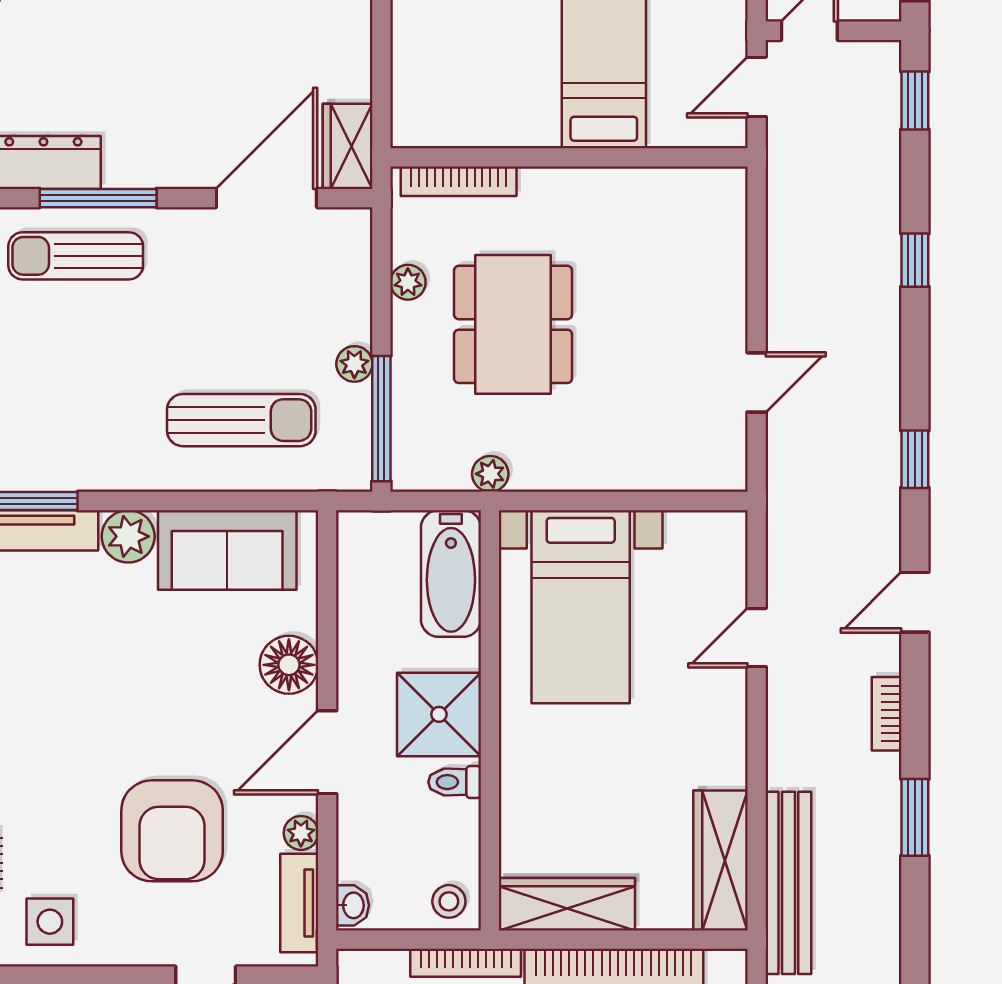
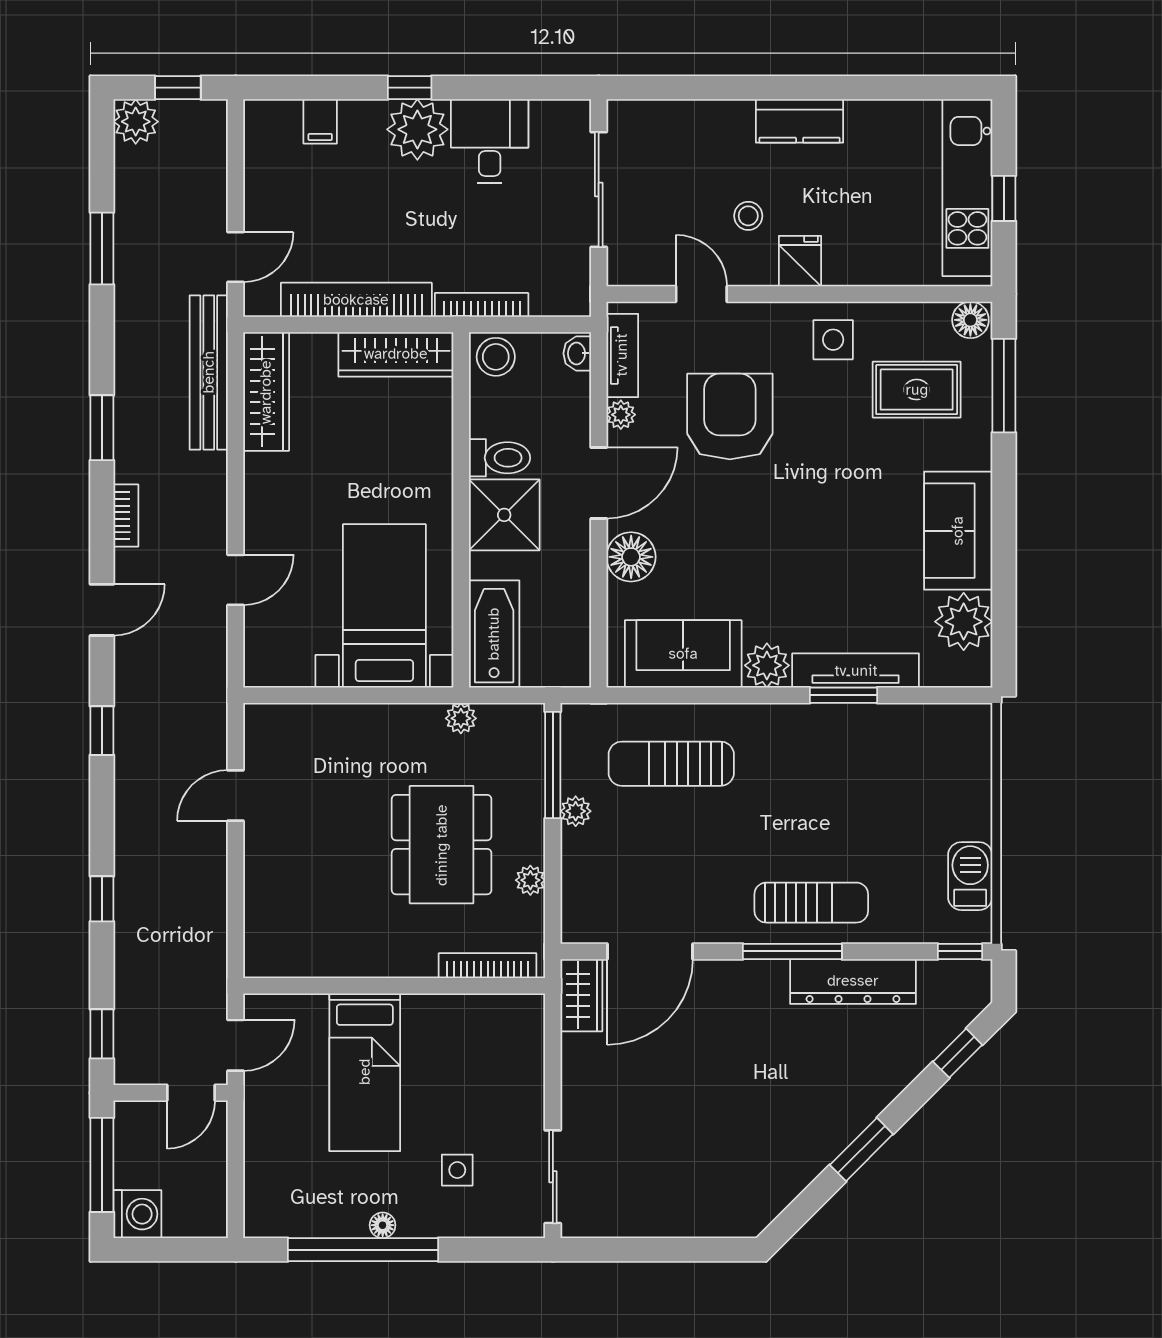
toilet: (455, 782) -> (499, 458), width x1.37, depth x1.39
stool: (449, 901) -> (496, 357), width x1.37, depth x1.37

